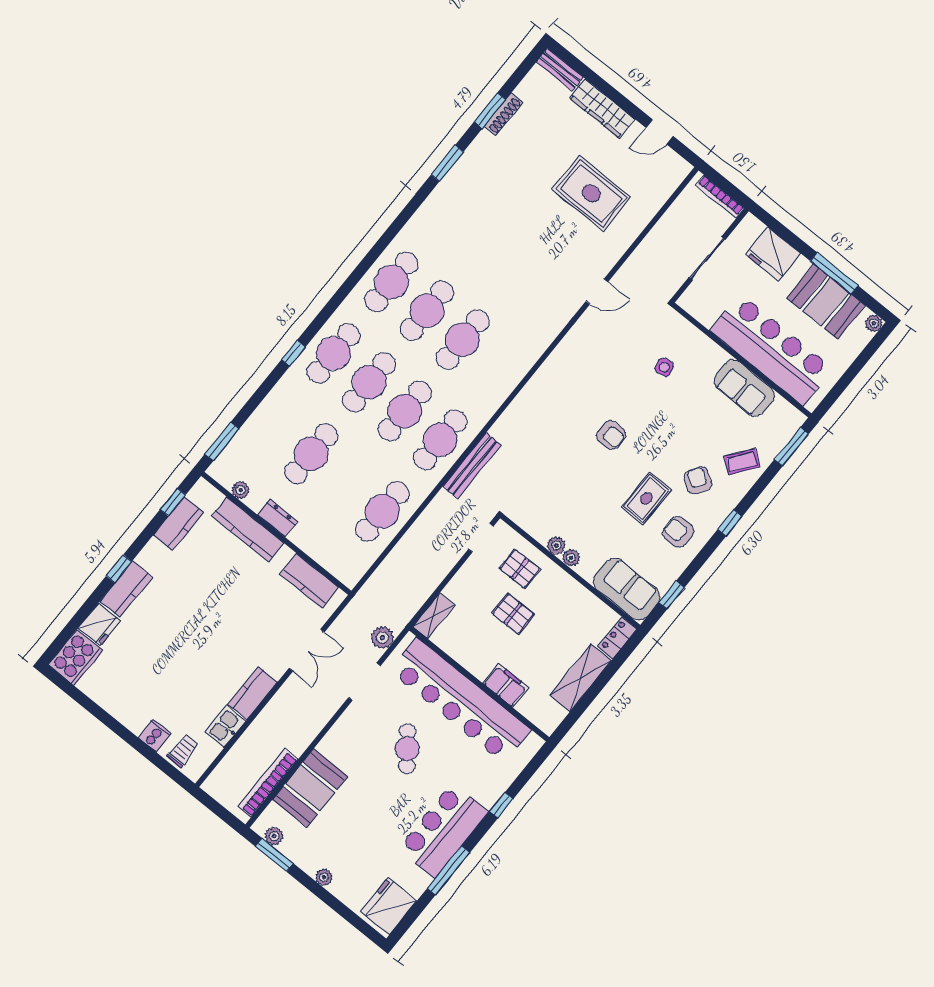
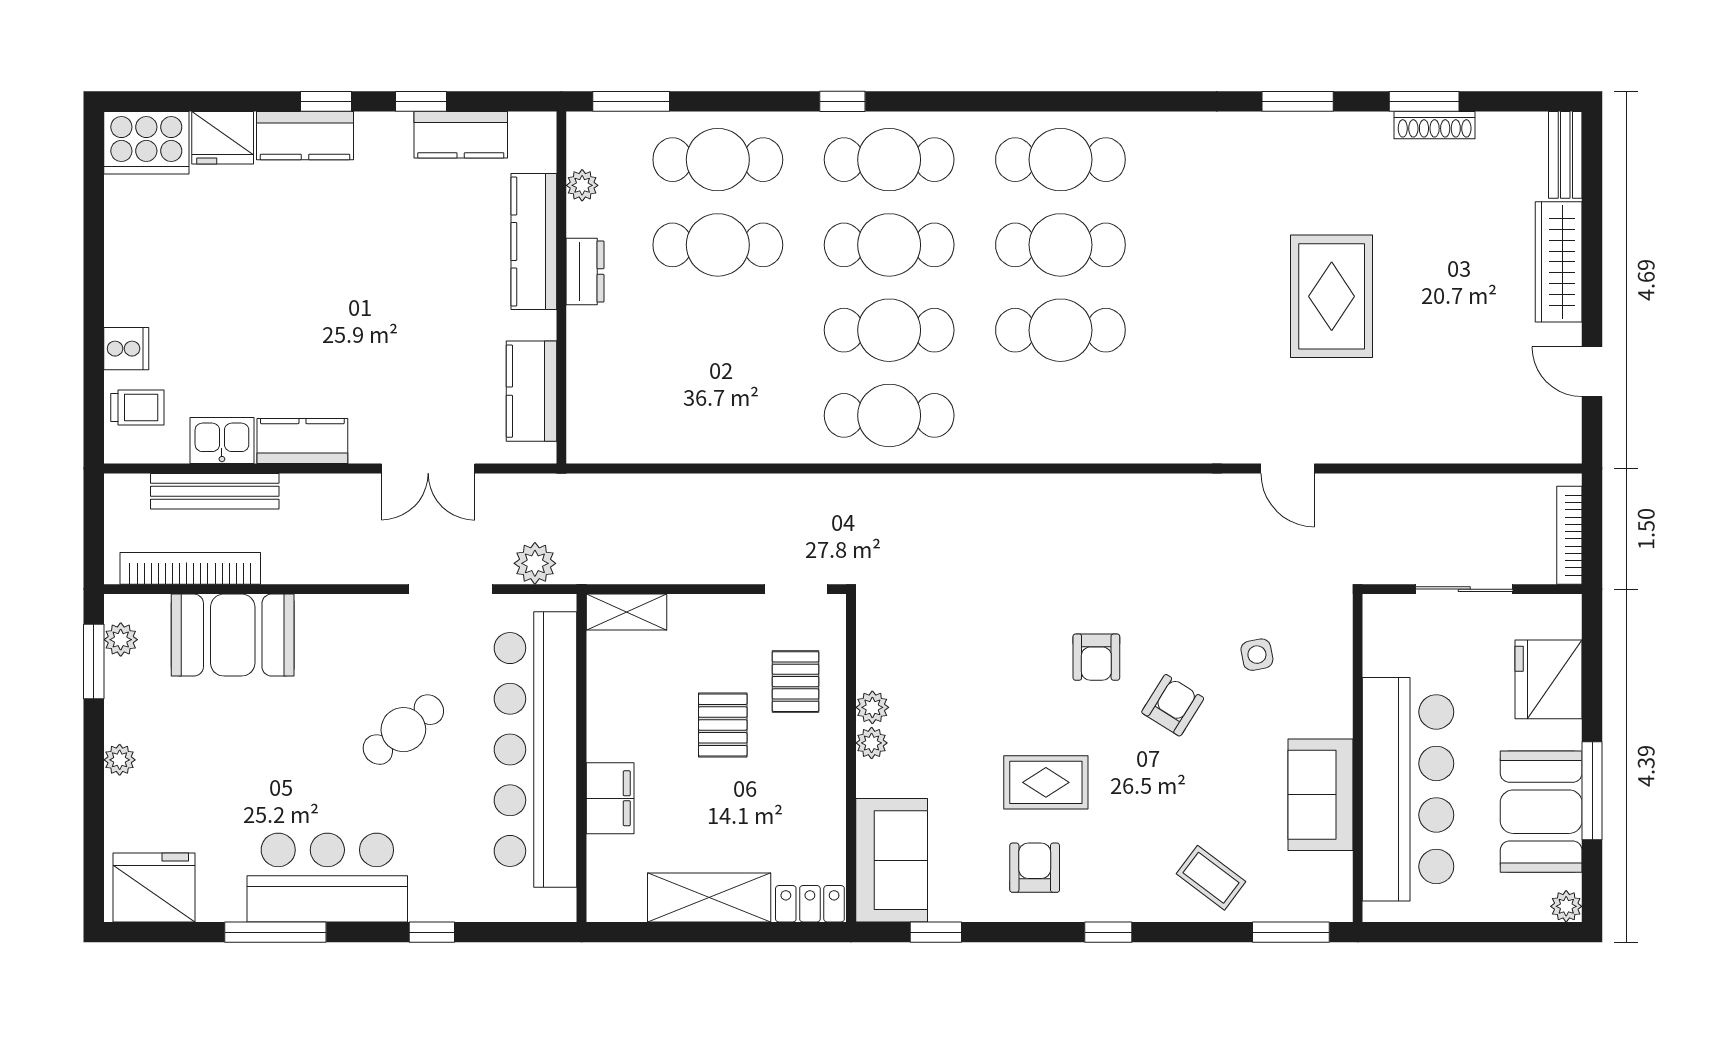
rug: (591, 193) -> (1332, 296), moved
bench: (472, 466) -> (215, 491), moved
armchair: (698, 481) -> (1173, 705), moved
window: (173, 502) -> (421, 101), moved
cafe table: (382, 511) -> (718, 160), moved

